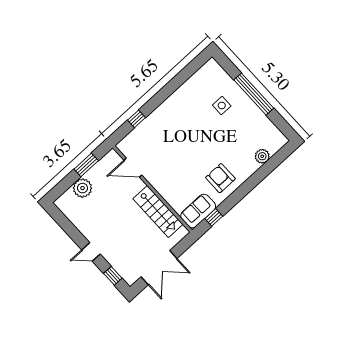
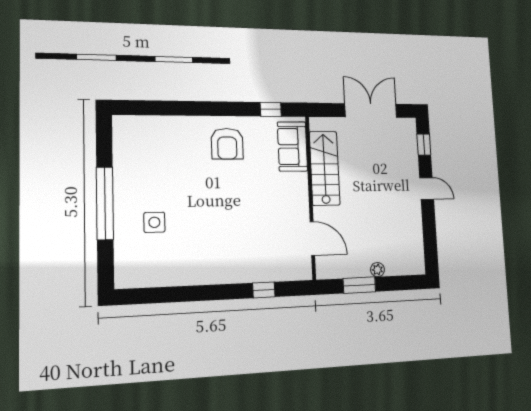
plant: (262, 156) -> (159, 126), removed
plant: (82, 188) -> (378, 270), width x0.53, depth x0.53
sofa: (198, 211) -> (292, 146), moved, turned 90

